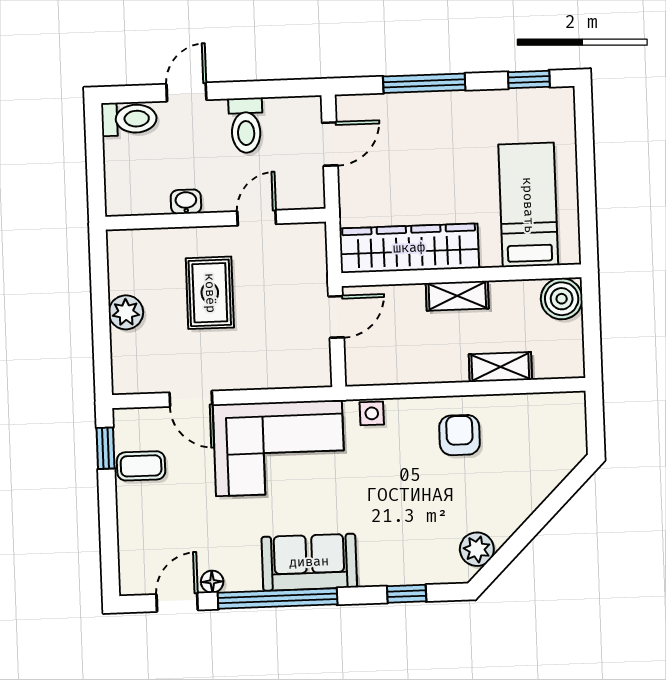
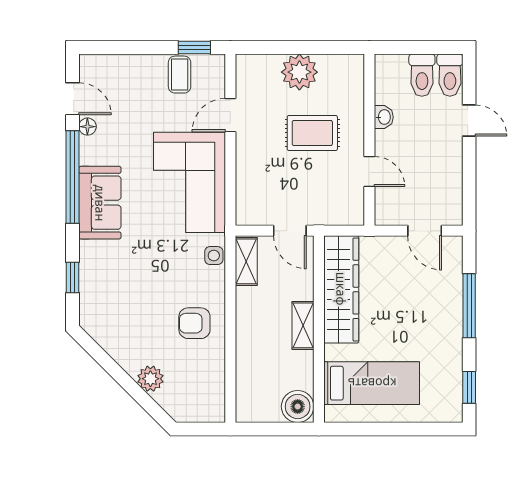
toilet: (246, 125) -> (422, 75), moved, turned -90
plant: (126, 312) -> (299, 72), width x1.36, depth x1.36
shelving: (500, 367) -> (246, 261), moved
armchair: (460, 435) -> (194, 323), turned 180
plant: (477, 549) -> (150, 379), moved

